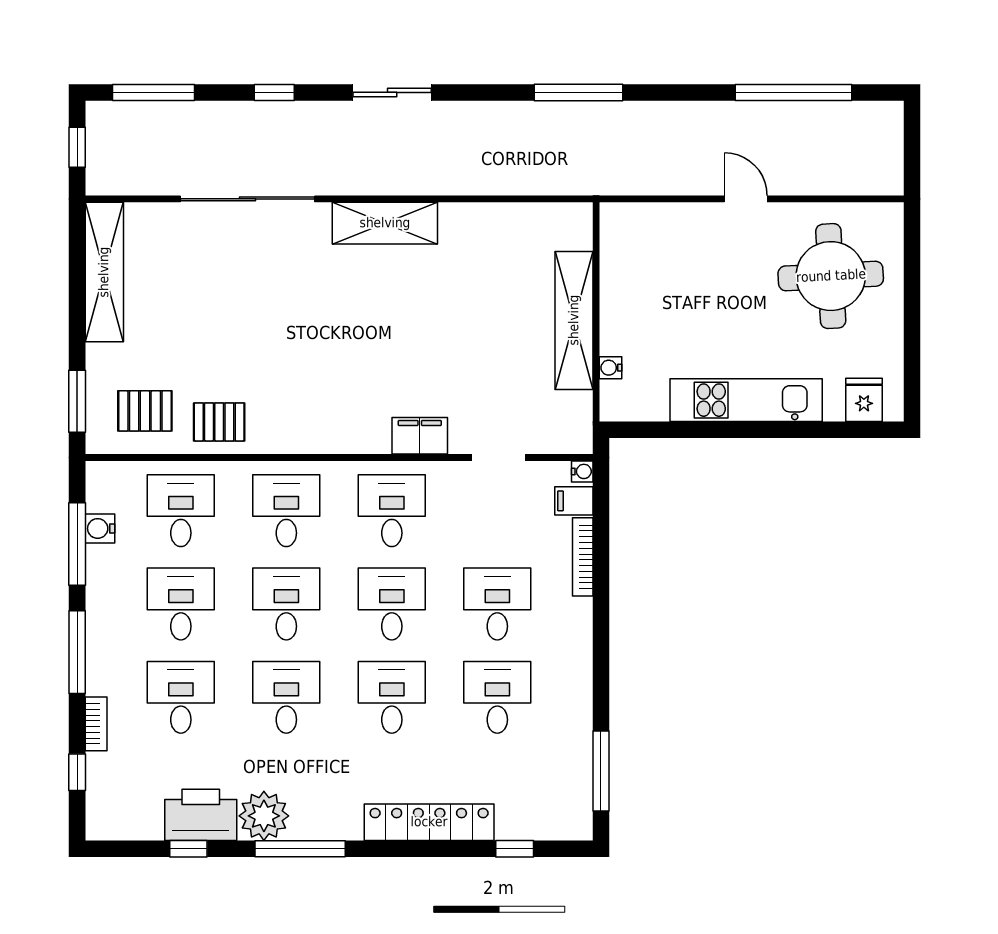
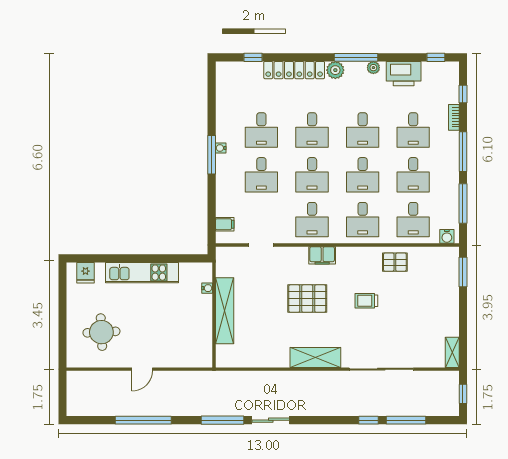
window: (154, 92) -> (406, 420), moved
sliding door: (392, 92) -> (271, 420), moved
window: (794, 92) -> (143, 420), moved
door: (746, 199) -> (142, 369), hinge flipped
shelving: (104, 272) -> (452, 352), width x0.45, depth x0.75
round table: (831, 276) -> (101, 332), width x0.73, depth x0.73
trolley: (279, 342) -> (366, 301), added
pallet: (145, 411) -> (307, 299), moved, width x1.50, depth x1.42
filing cabinet: (420, 436) -> (322, 255), moved
water cooler: (582, 471) -> (221, 148), moved
water cooler: (100, 528) -> (447, 236), moved, turned 90
bookcase: (583, 557) -> (220, 197), removed
window: (601, 771) -> (212, 155), moved
plant: (264, 816) -> (373, 68), width x0.53, depth x0.53
plant: (343, 822) -> (335, 70), added
window: (188, 849) -> (436, 57), moved

